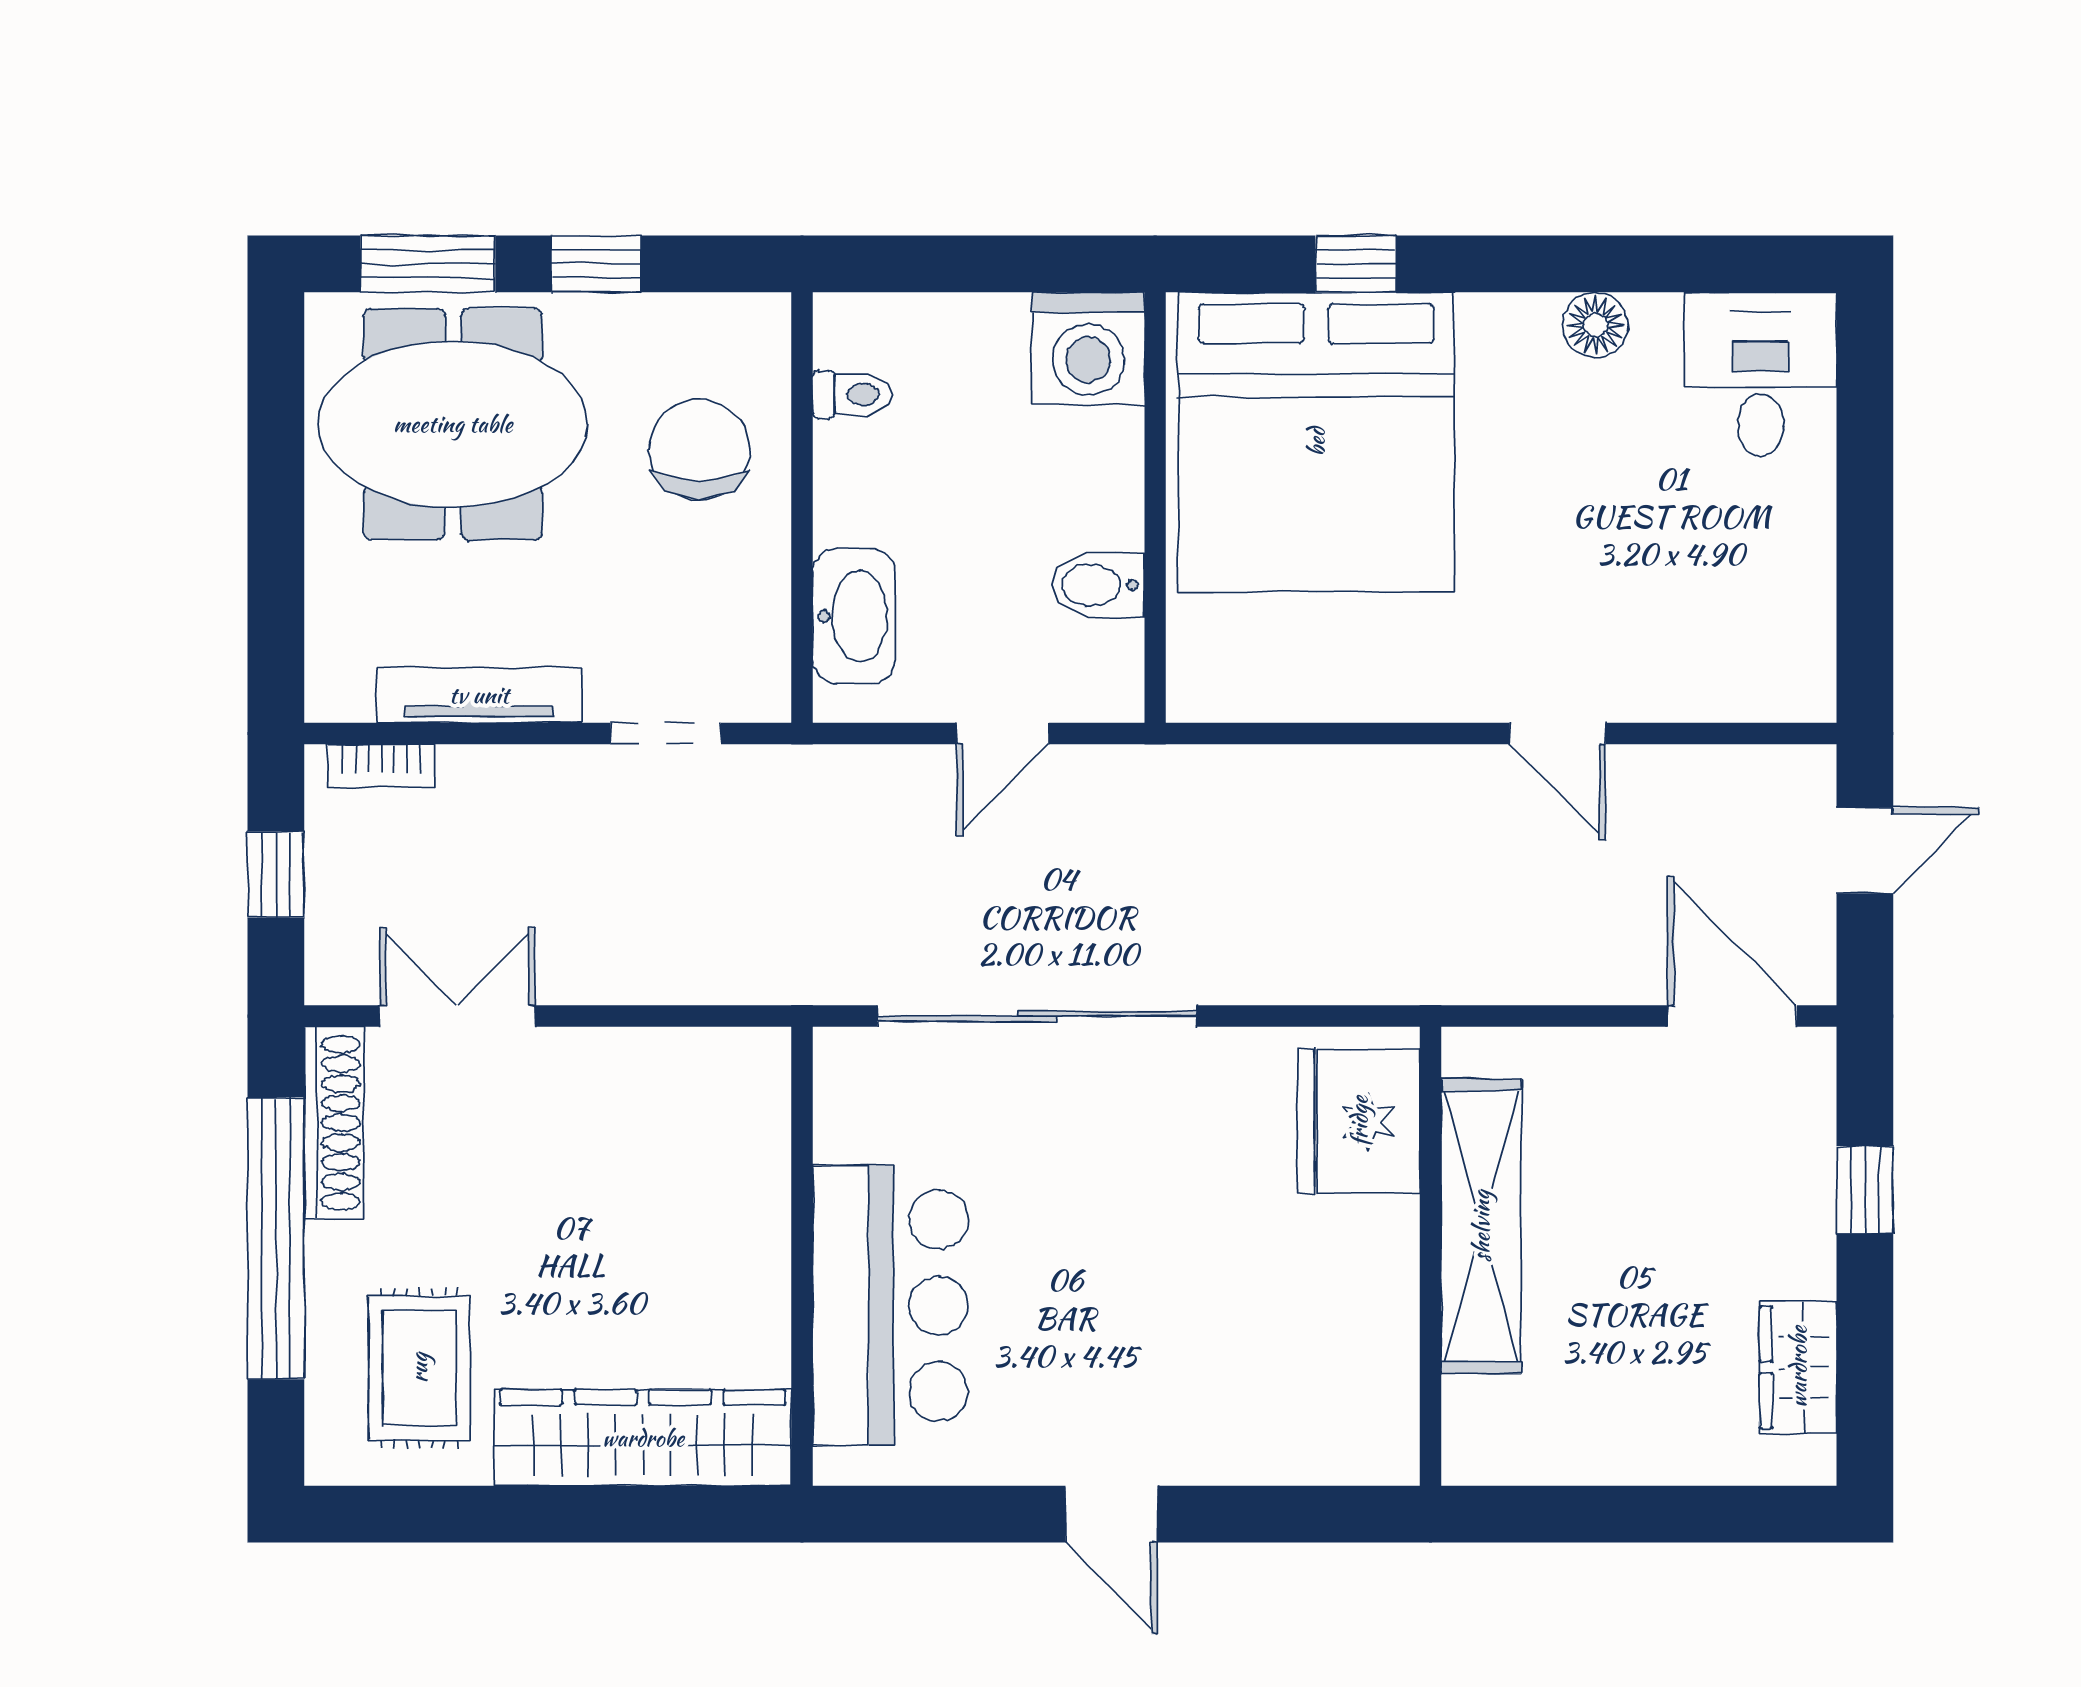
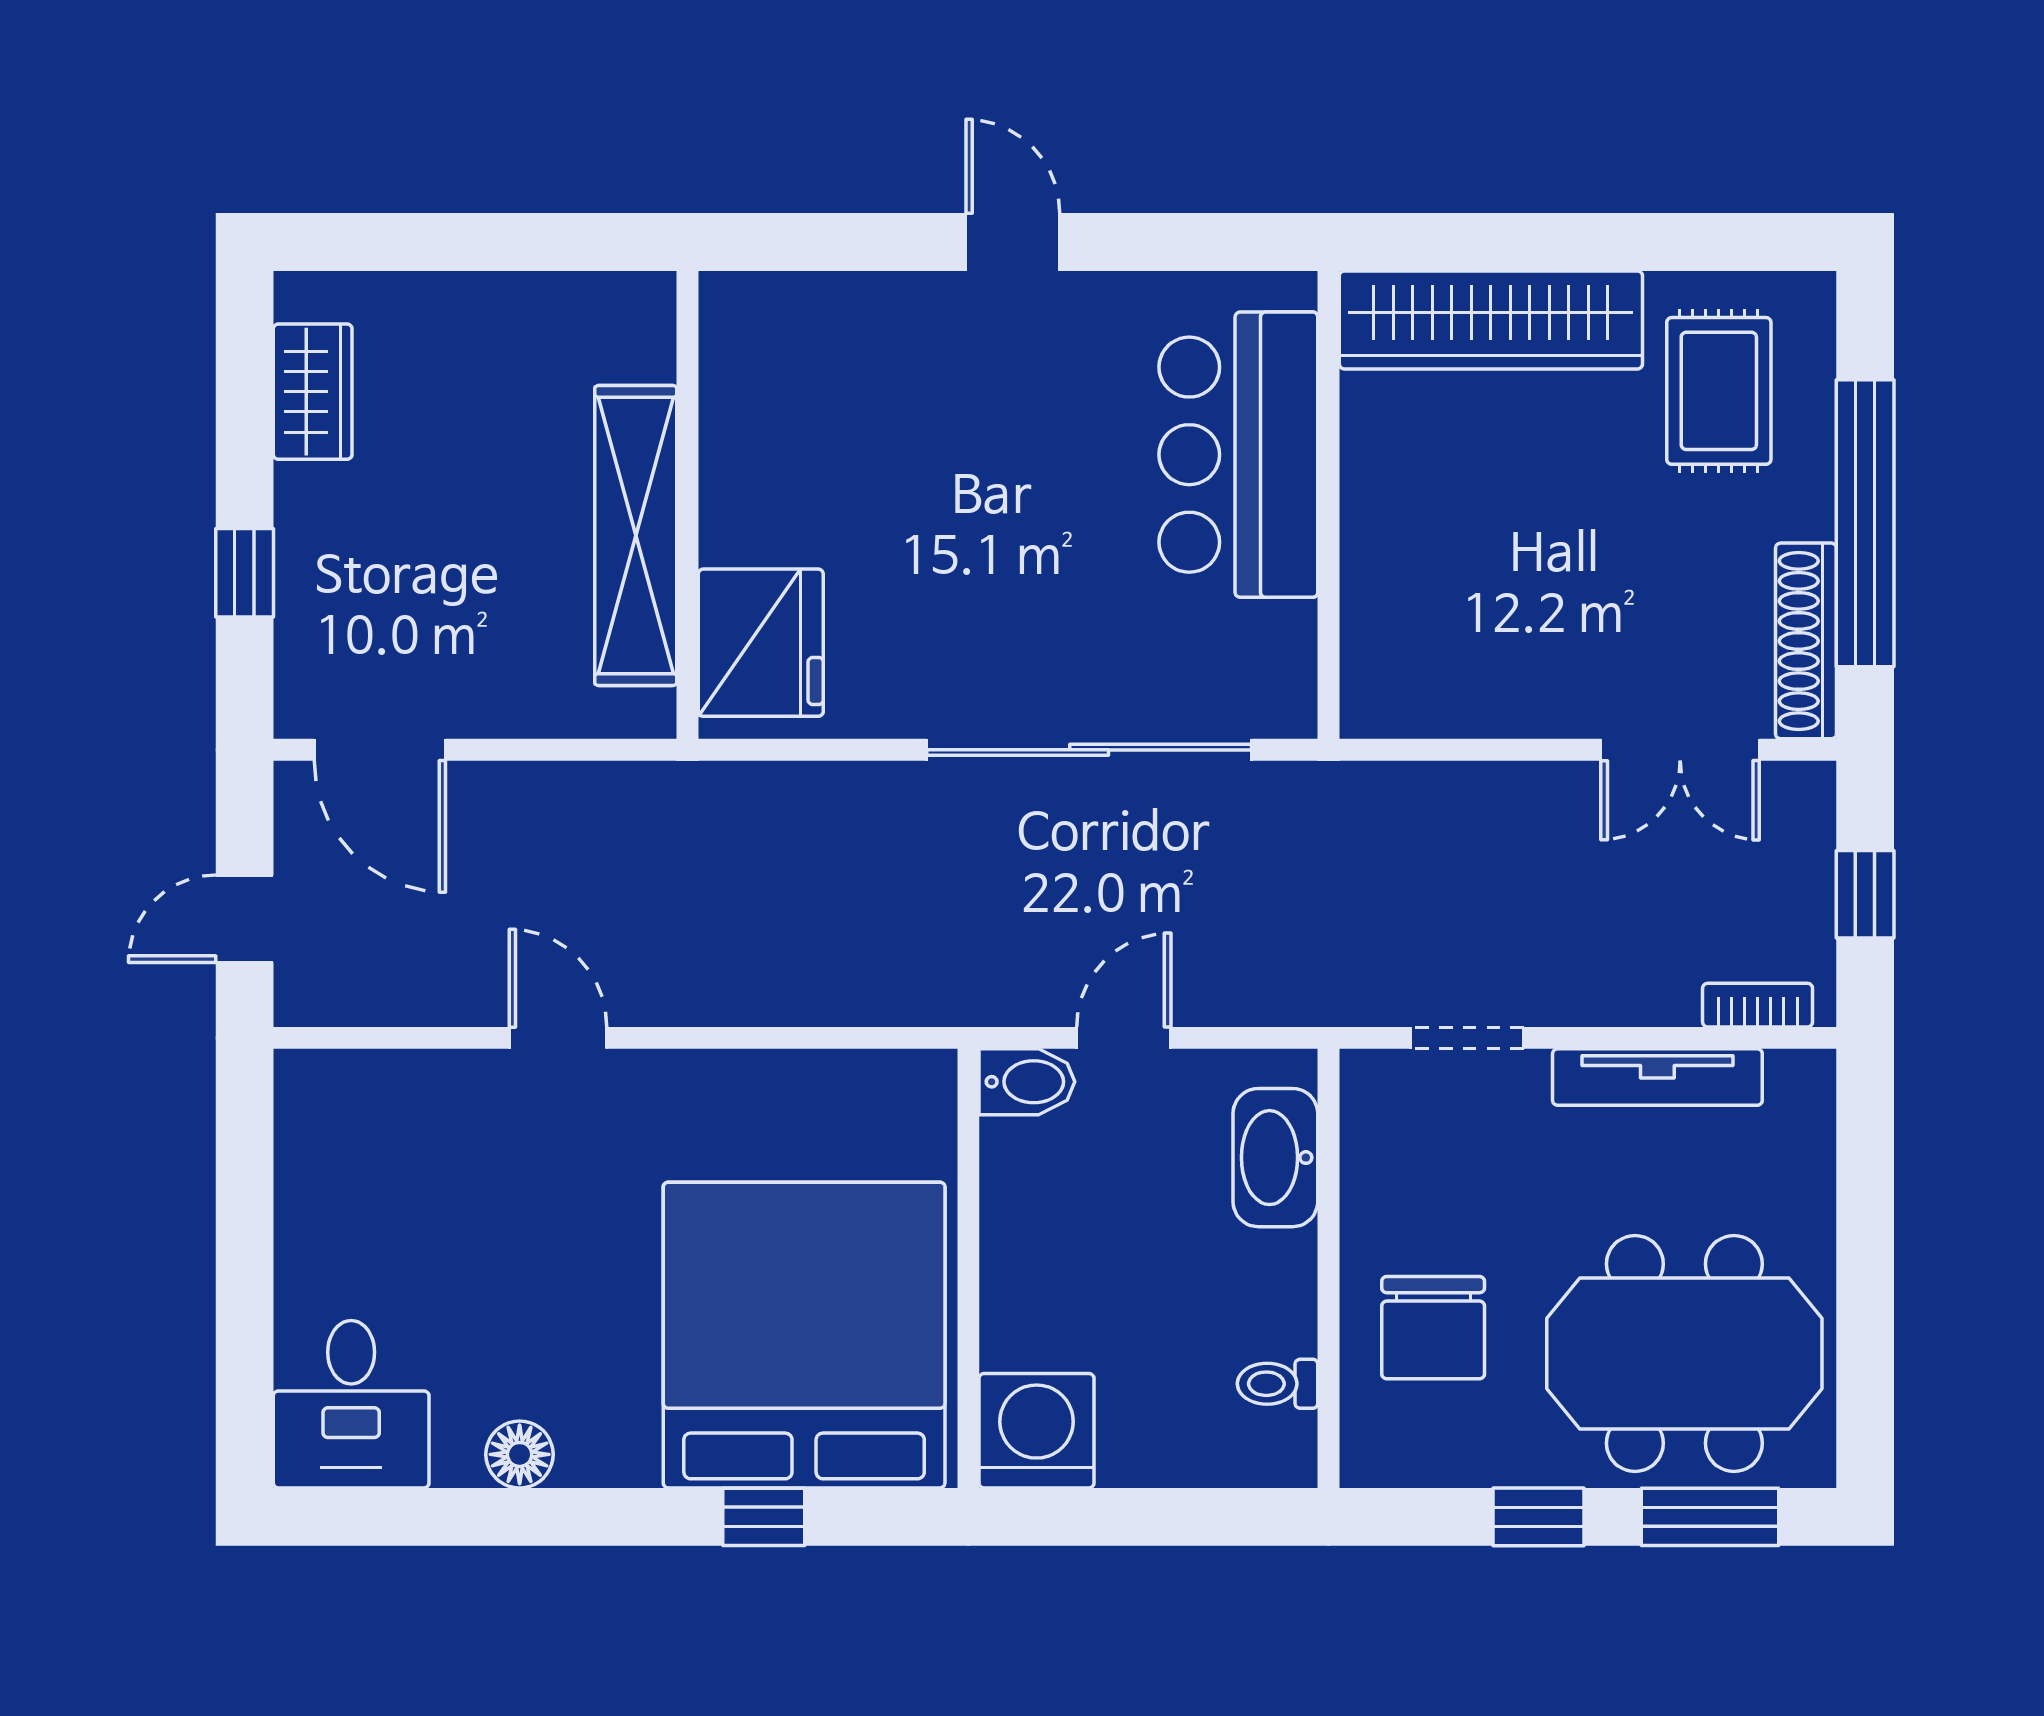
bidet: (1098, 585) -> (1027, 1082), moved

